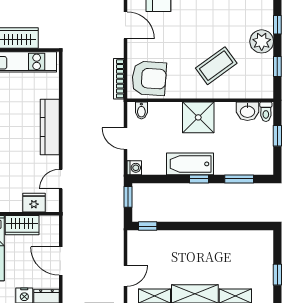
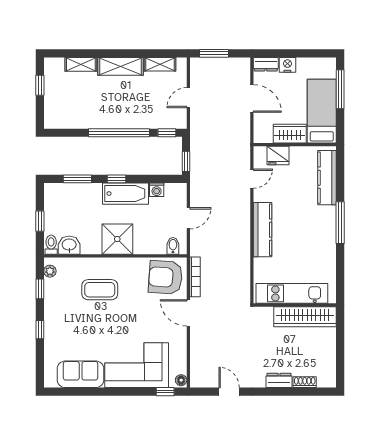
door: (126, 25) -> (188, 313), moved
plant: (262, 41) -> (50, 271), moved, width x0.53, depth x0.53
coffee table: (216, 66) -> (100, 290), turned 36
door: (126, 139) -> (188, 218), hinge flipped
washing machine: (134, 168) -> (157, 190), moved, turned -90
window: (196, 226) -> (119, 133), added
door: (126, 276) -> (188, 98), moved

